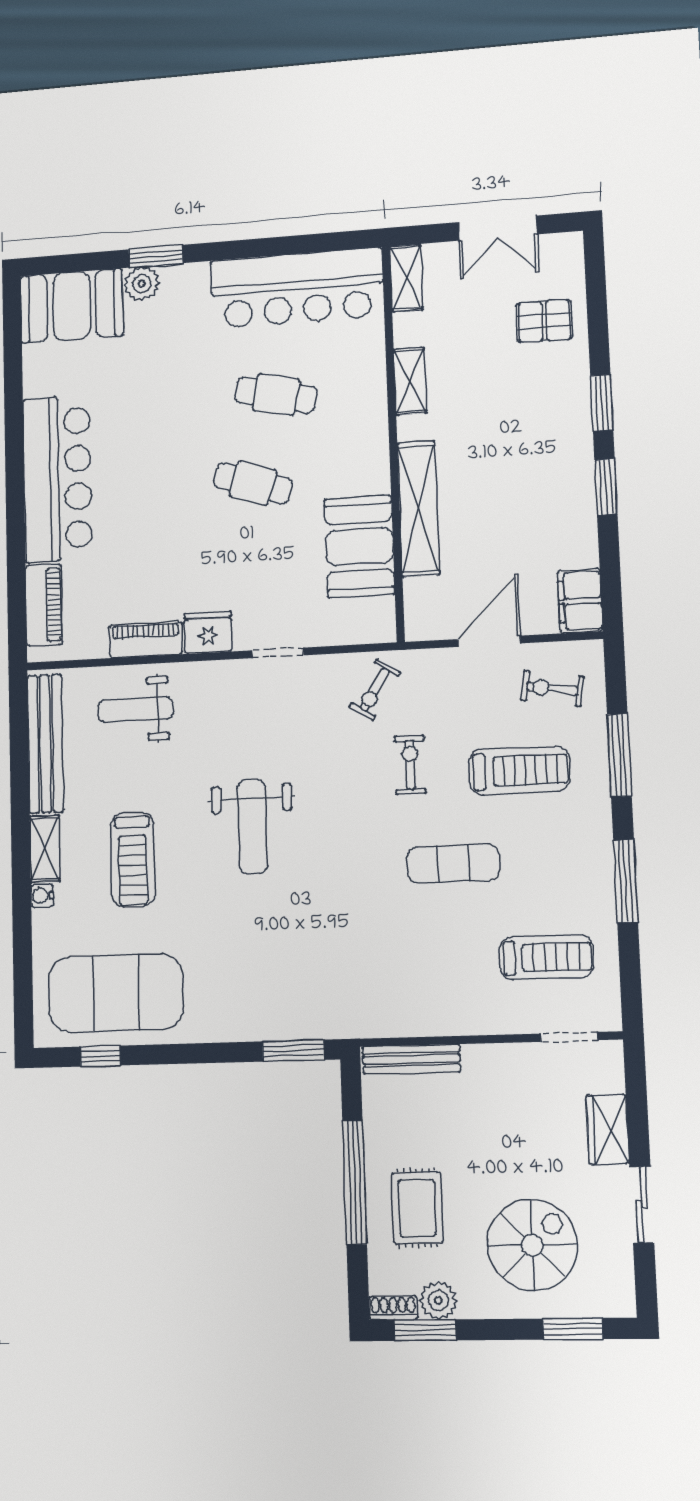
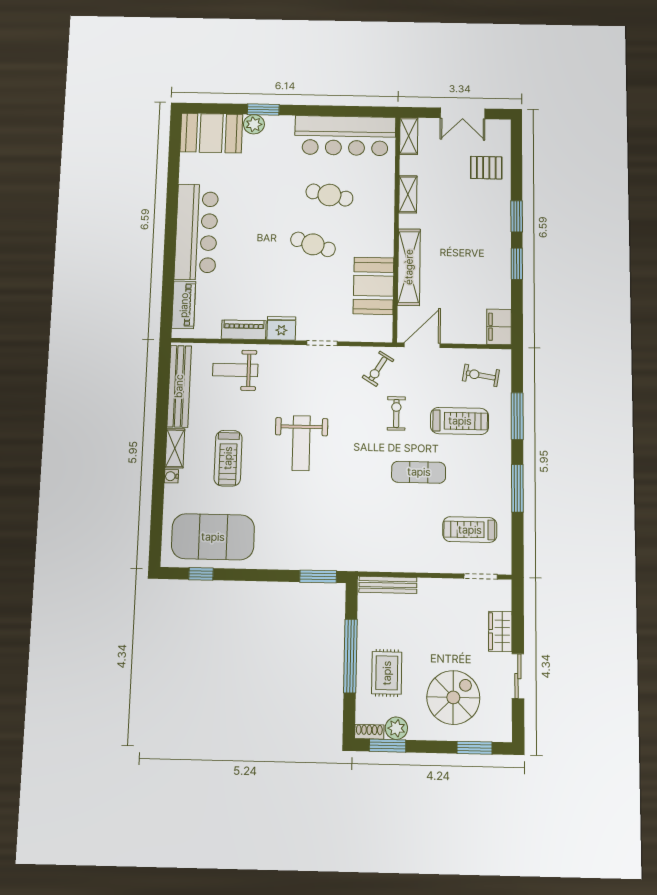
door: (489, 641) -> (422, 345), moved
treadmill: (546, 957) -> (470, 530), turned 180

